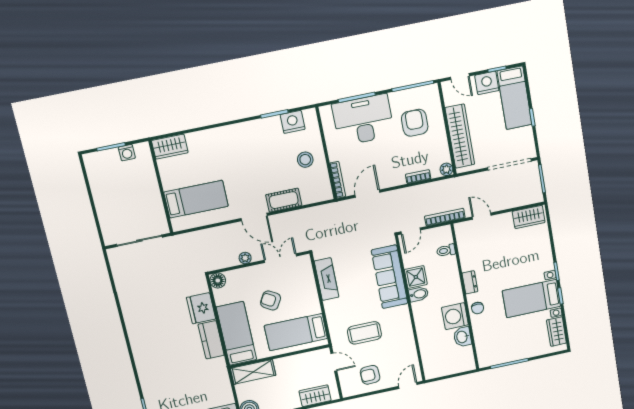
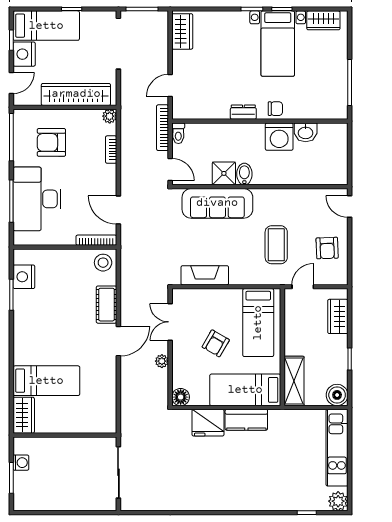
stool: (305, 160) -> (103, 263), moved
bed: (196, 199) -> (46, 381), moved, turned 90
toilet: (446, 250) -> (178, 133), moved

